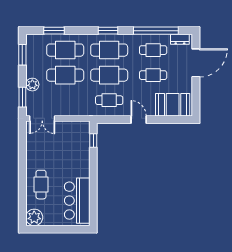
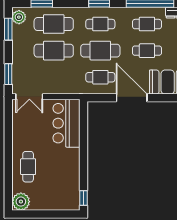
cafe table: (109, 50) -> (100, 24), width x0.73, depth x0.74
plant: (32, 85) -> (19, 17), moved
door: (139, 120) -> (132, 98), width x1.88
window: (93, 141) -> (83, 198), moved
bar counter: (77, 201) -> (66, 123), moved

